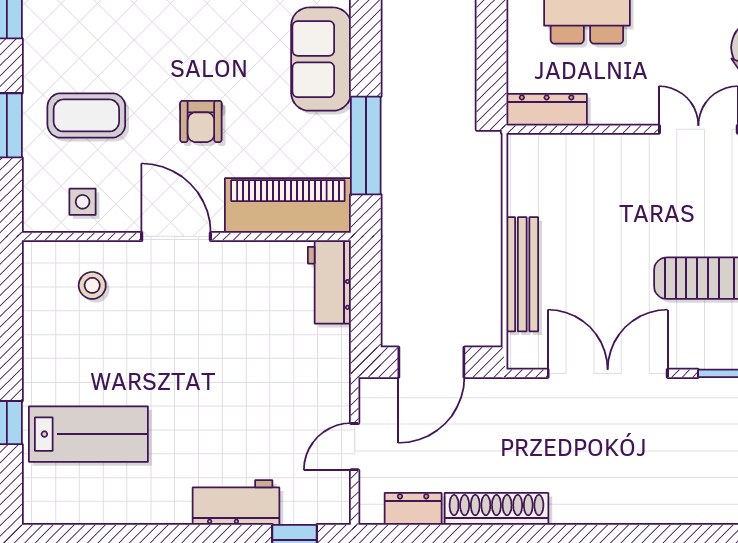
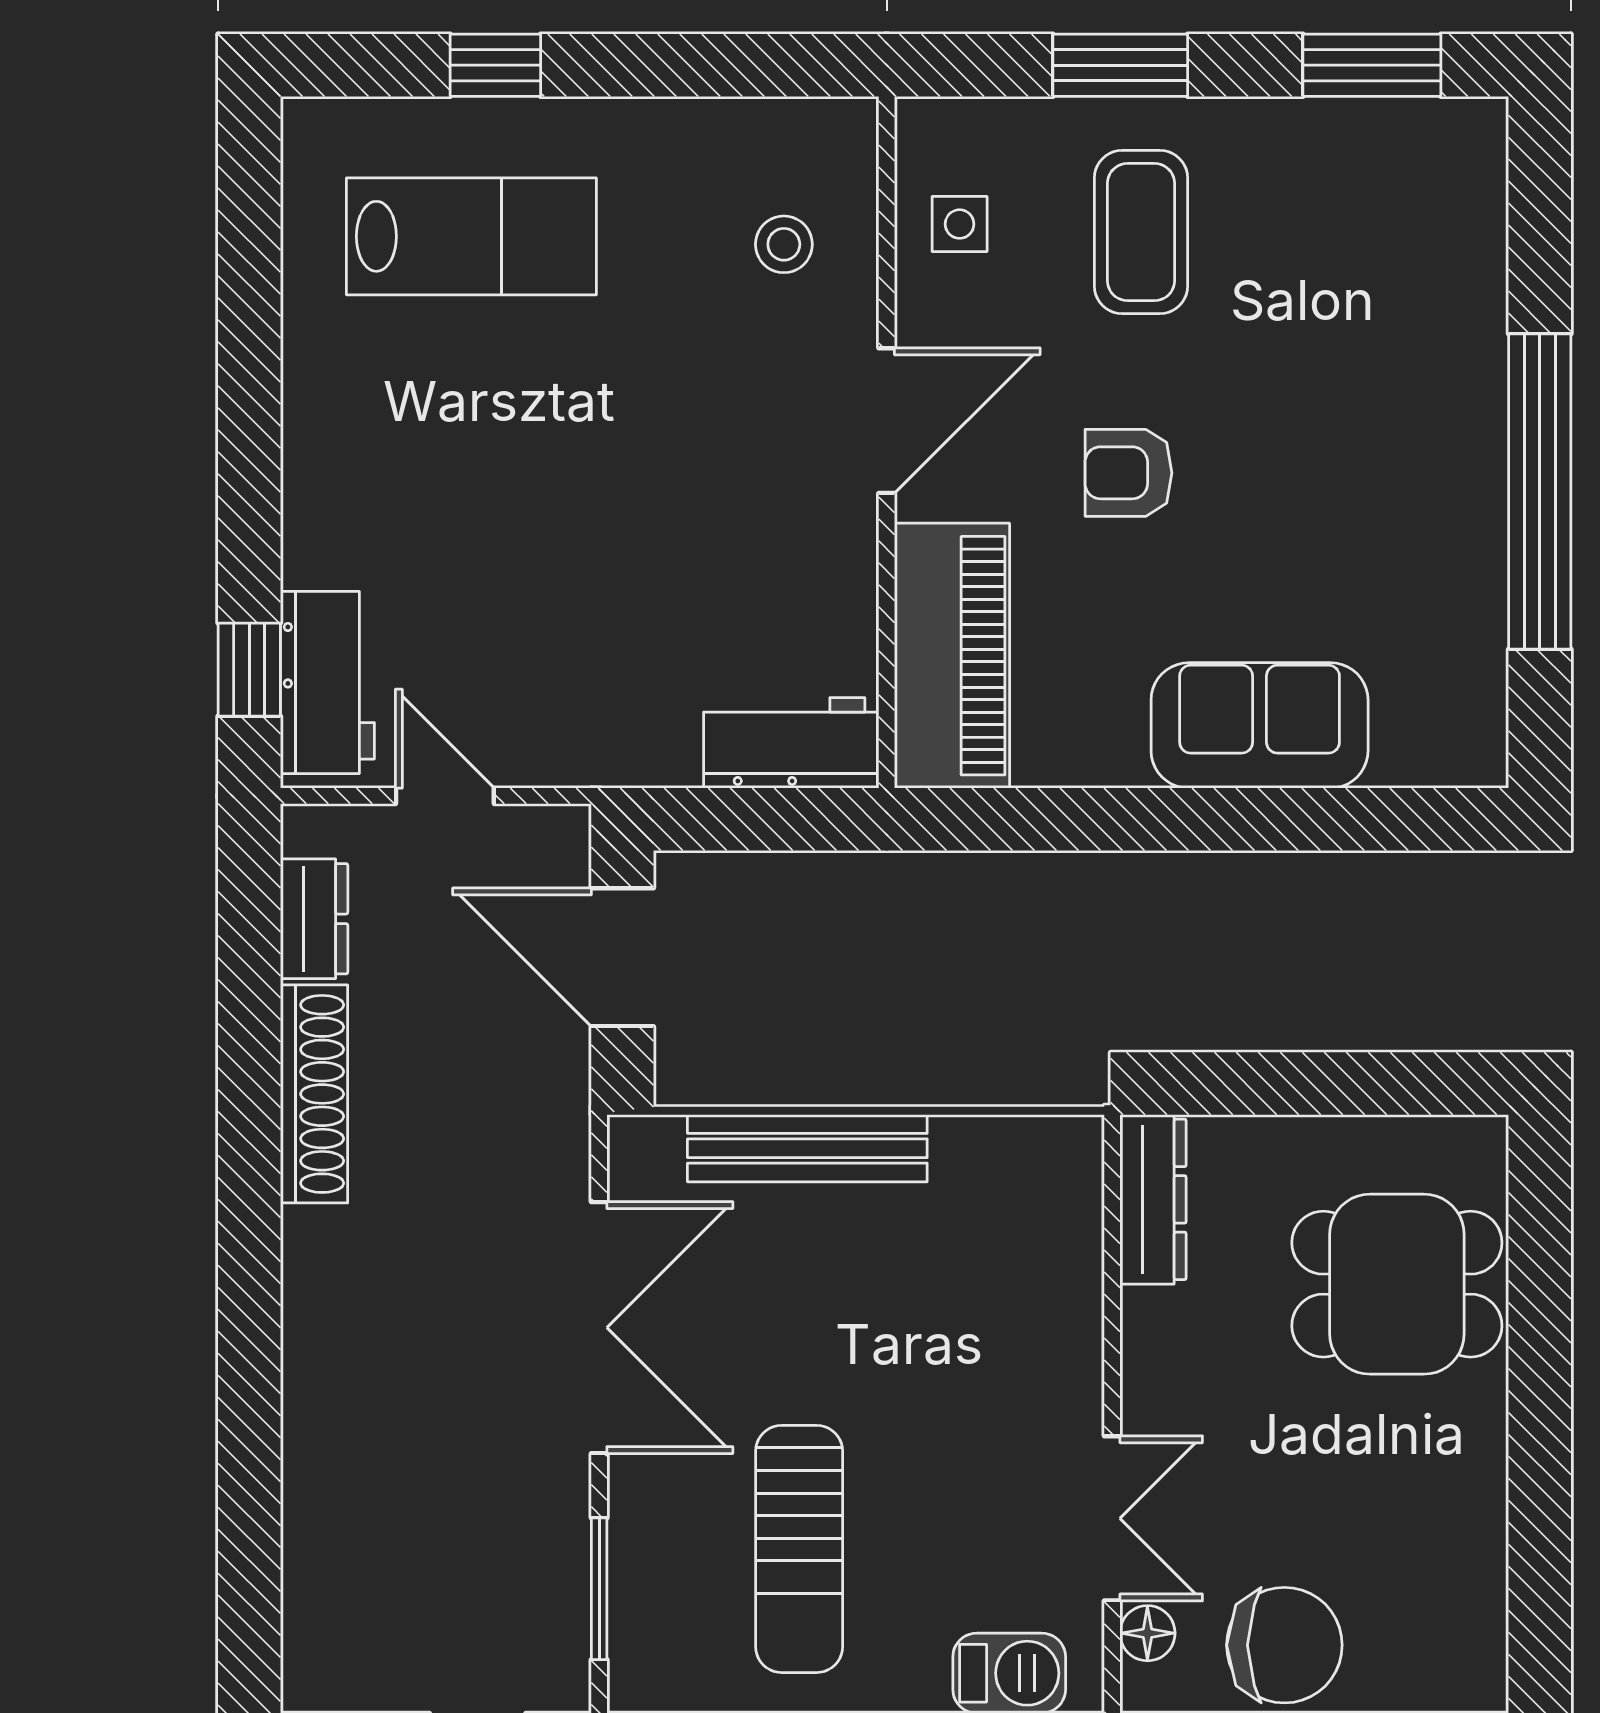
window: (366, 146) -> (1078, 819), removed
lab bench: (88, 434) -> (471, 236), turned -90
workbench: (236, 503) -> (327, 683), moved

